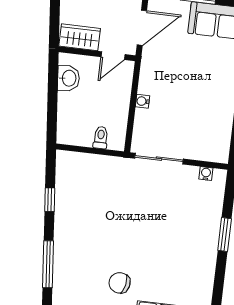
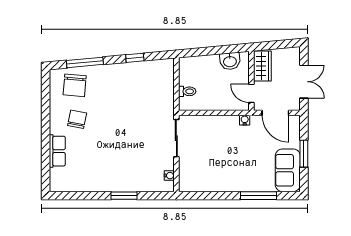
water cooler: (142, 101) -> (245, 120), moved
chair: (76, 281) -> (75, 85), added

